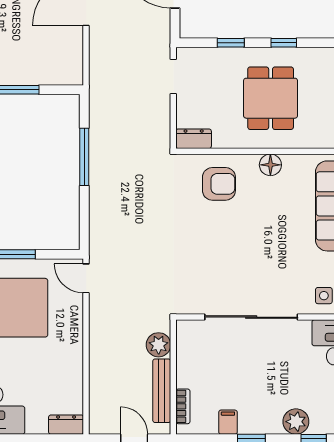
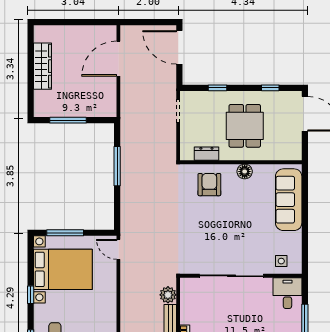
window: (284, 43) -> (270, 88), moved
dresser: (194, 139) -> (206, 154), moved
armchair: (219, 184) -> (209, 185), turned -90

